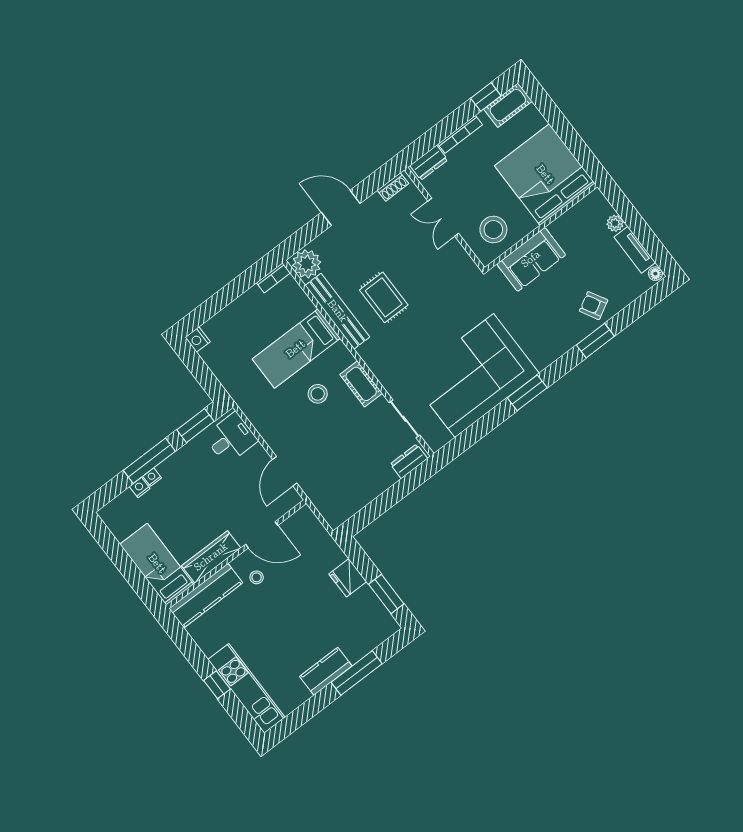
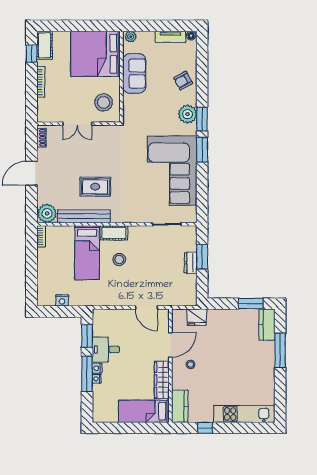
dresser: (429, 163) -> (43, 109), removed
plant: (615, 223) -> (131, 37), moved
sofa: (531, 259) -> (134, 73), moved
nightstand: (198, 340) -> (62, 300), moved
window: (595, 341) -> (202, 119), moved
plant: (557, 342) -> (188, 114), added
cot: (361, 384) -> (114, 233), moved
desk: (231, 438) -> (106, 350), moved, turned -90
dresser: (409, 461) -> (191, 263), moved
nightstand: (140, 487) -> (97, 368), moved
window: (398, 492) -> (202, 257), added
fridge: (348, 578) -> (197, 317), moved
kitchen counter: (206, 596) -> (180, 406), width x0.67
kitchen counter: (326, 671) -> (267, 325), moved
window: (217, 685) -> (205, 428), moved

